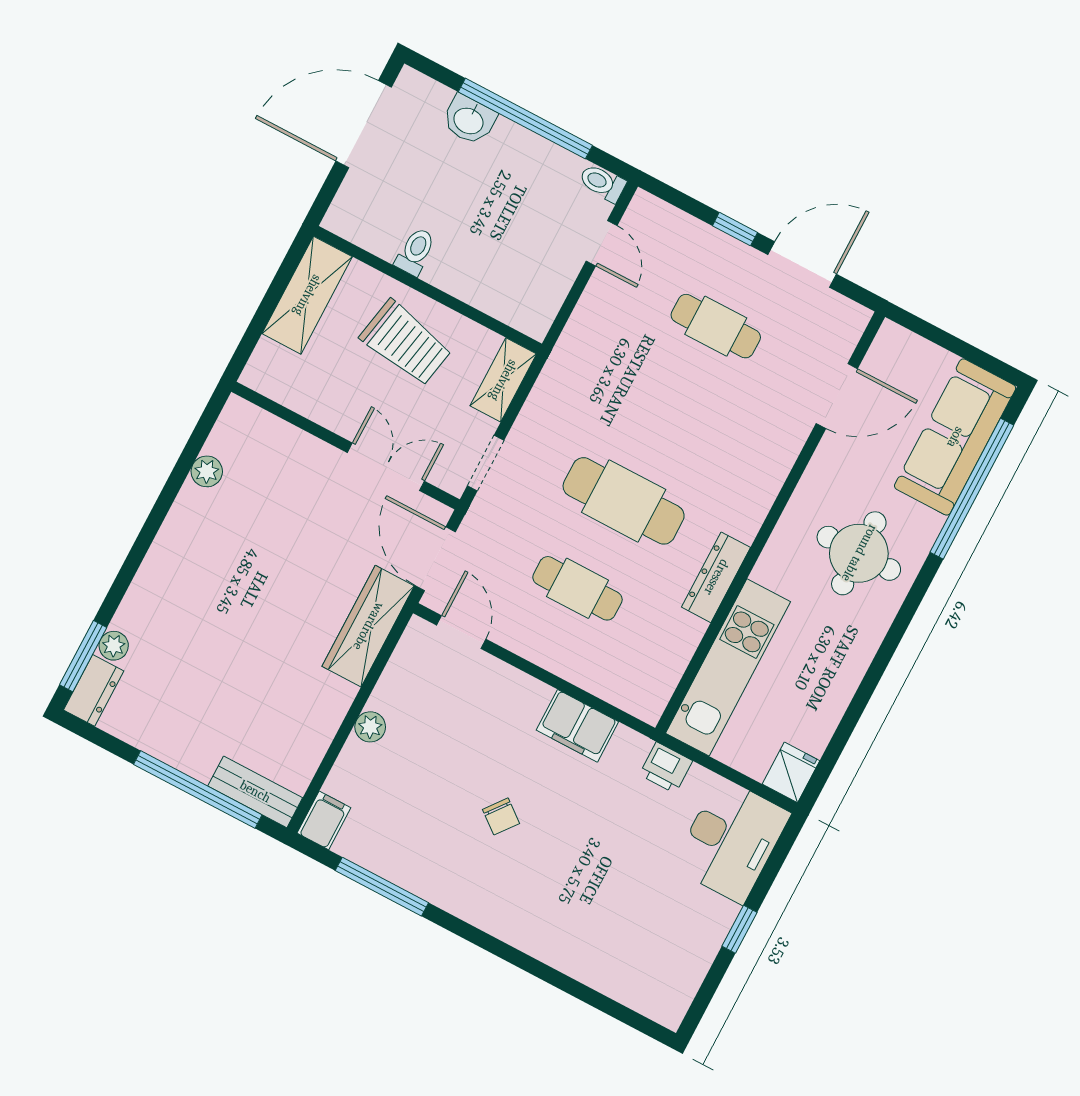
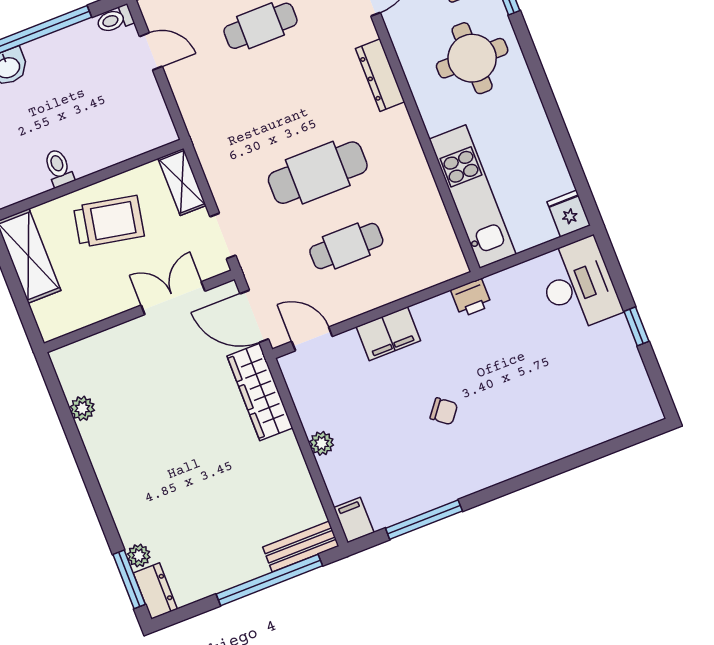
dresser: (716, 577) -> (380, 75), moved
filing cabinet: (577, 726) -> (388, 334), moved
printer: (666, 768) -> (471, 298), moved

